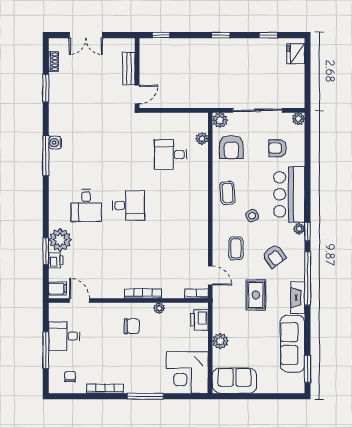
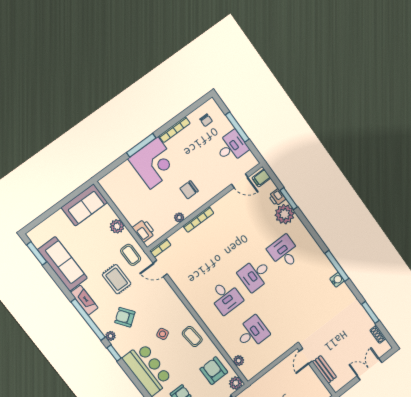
desk: (171, 205) -> (226, 297), added
plant: (299, 229) -> (110, 336), moved
coffee table: (236, 248) -> (131, 255), moved
corner desk: (187, 372) -> (154, 163), moved, turned 90

